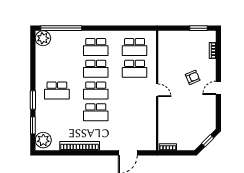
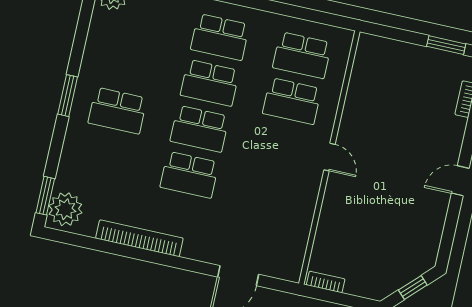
armchair: (193, 77) -> (411, 147), removed
window: (33, 100) -> (68, 96), moved
window: (33, 125) -> (45, 196), moved

